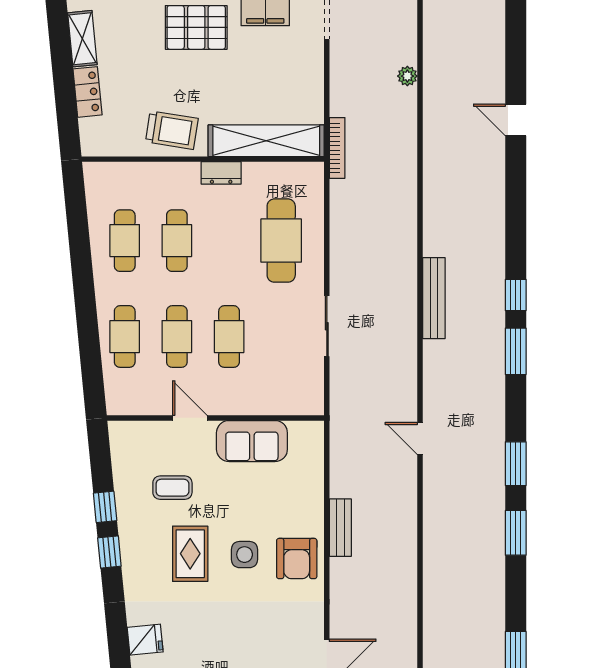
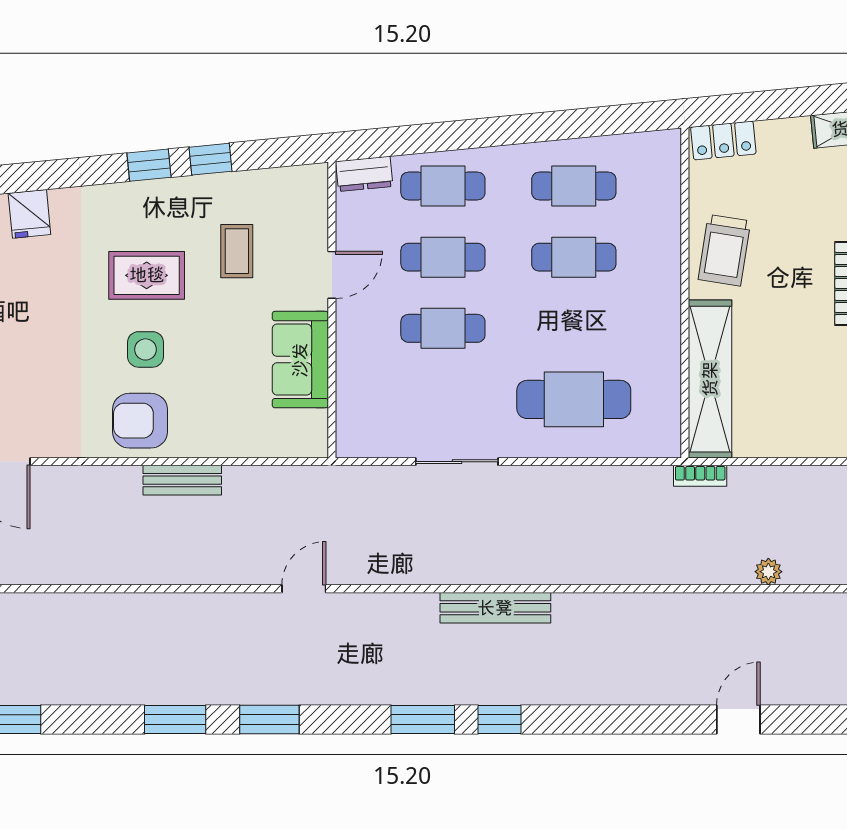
plant: (407, 76) -> (768, 572), moved
locker: (88, 92) -> (723, 140), moved
bookcase: (337, 148) -> (700, 476), width x0.64
dresser: (221, 173) -> (364, 174), moved, turned -96

